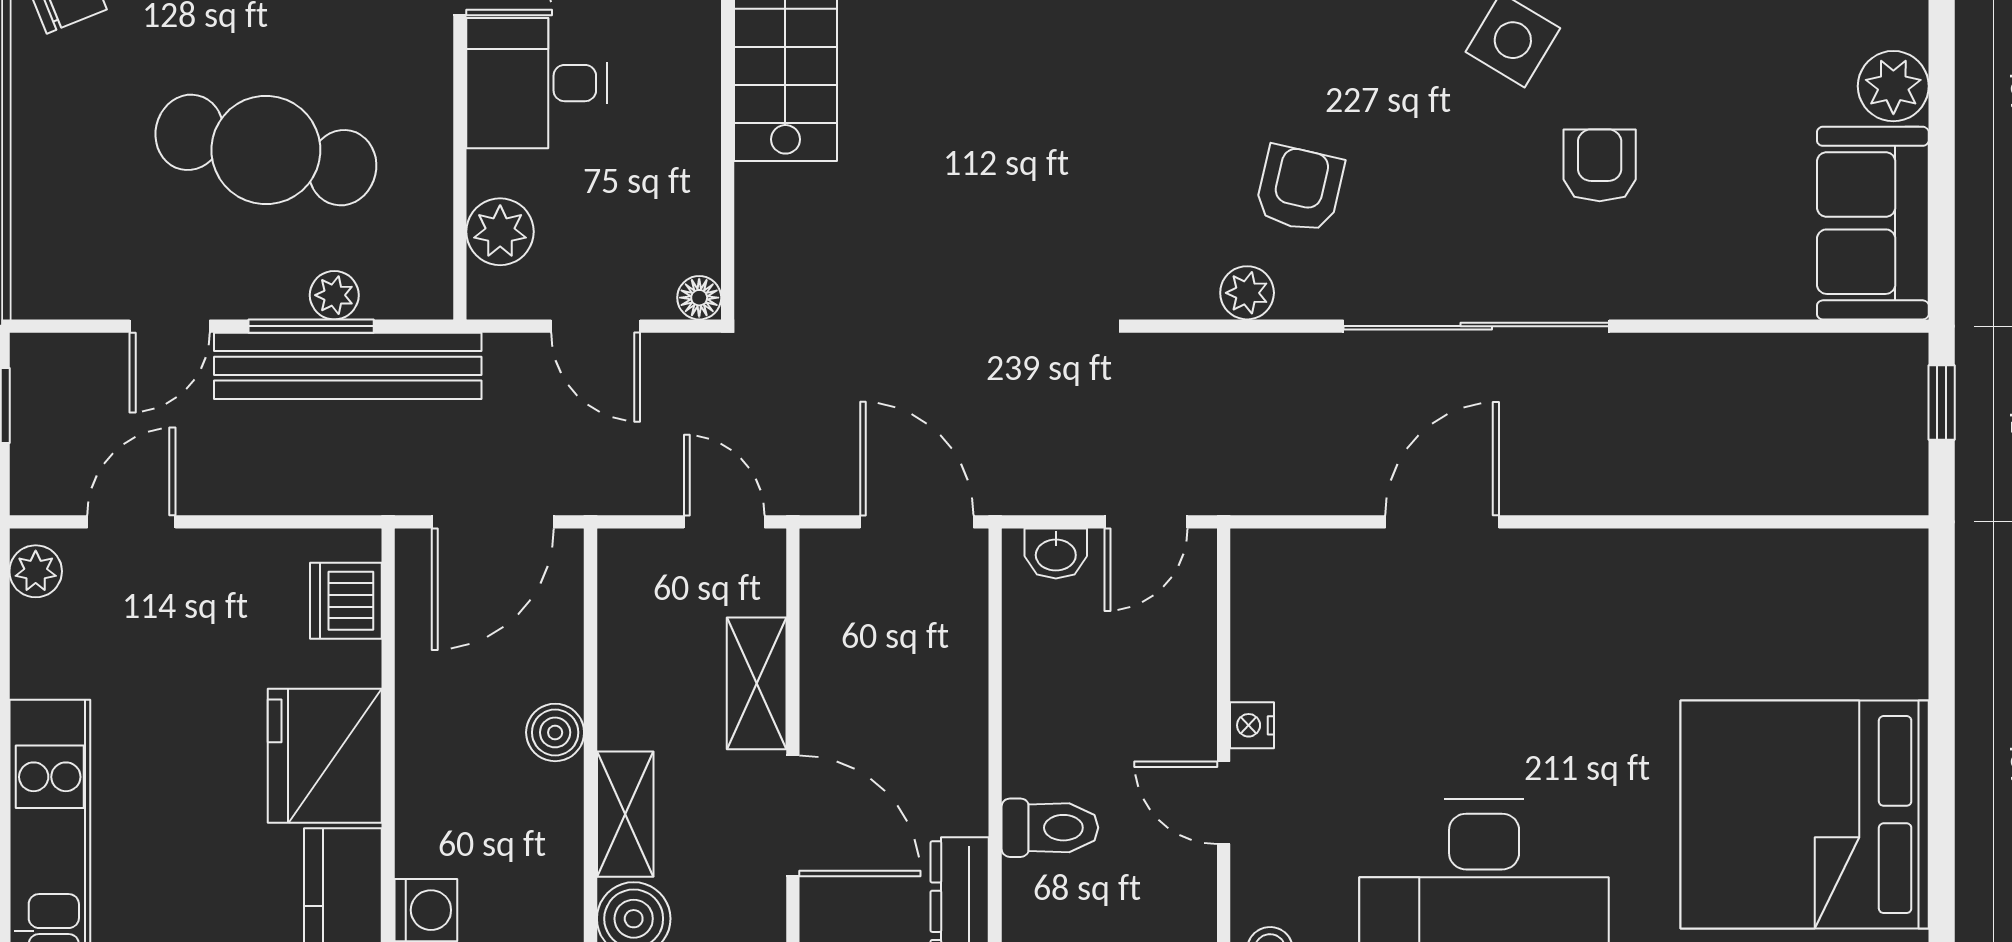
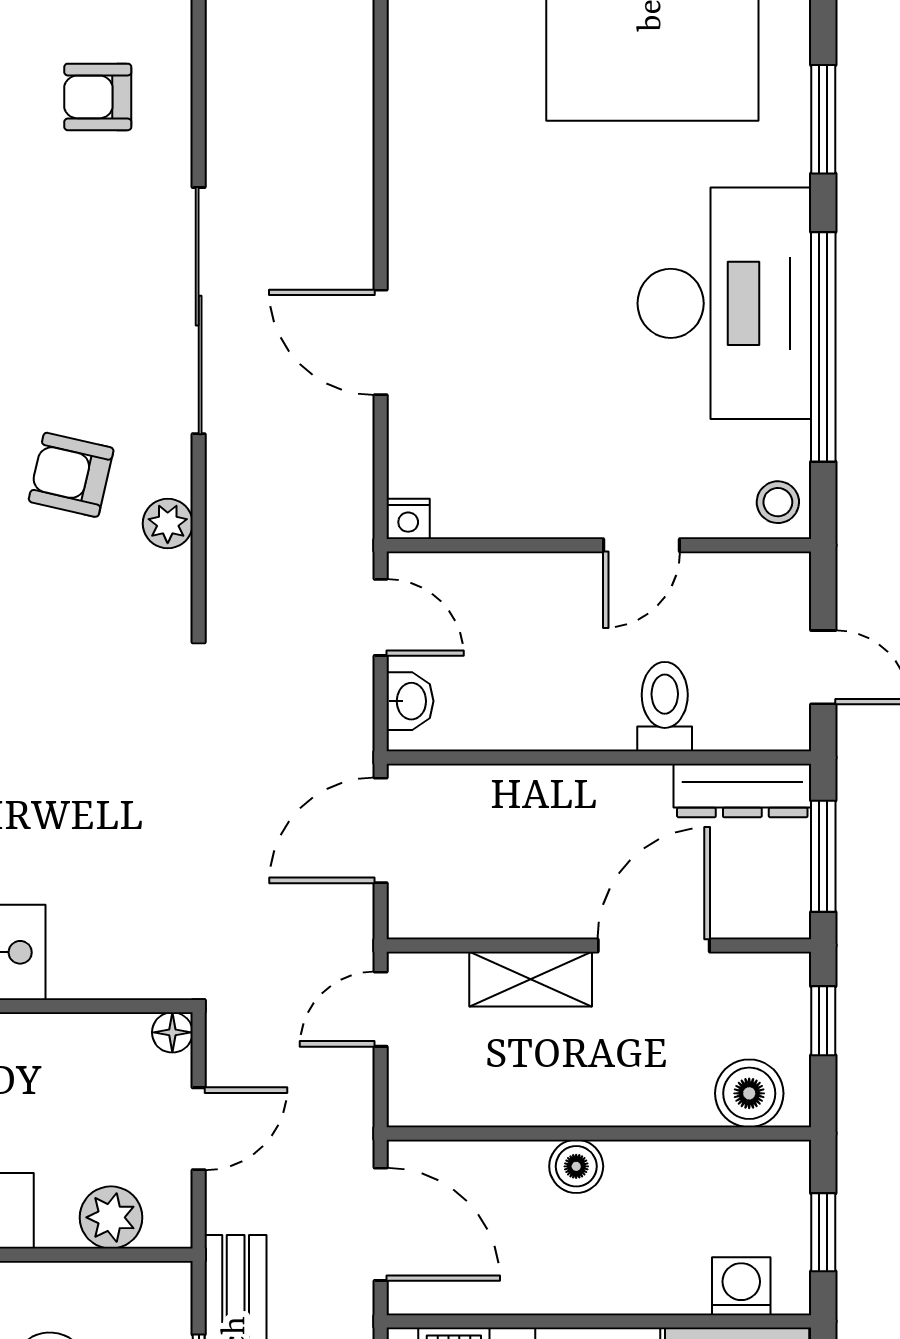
armchair: (1600, 165) -> (98, 97), moved
nightstand: (1252, 725) -> (408, 519), moved
shelving: (625, 814) -> (652, 1101), removed

